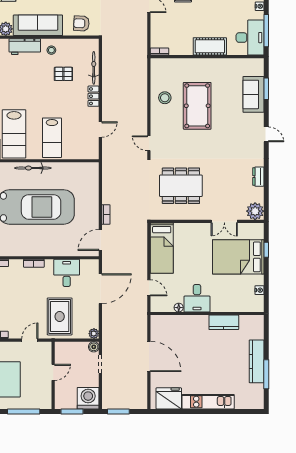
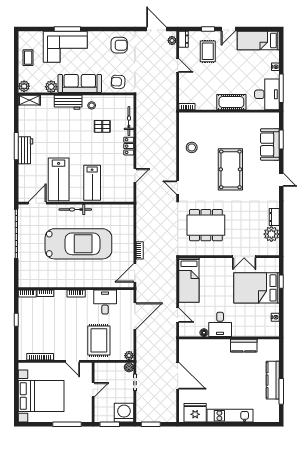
pool table: (197, 106) -> (230, 169), moved
plant: (255, 211) -> (271, 234), moved
door: (30, 340) -> (73, 361), swing flipped

